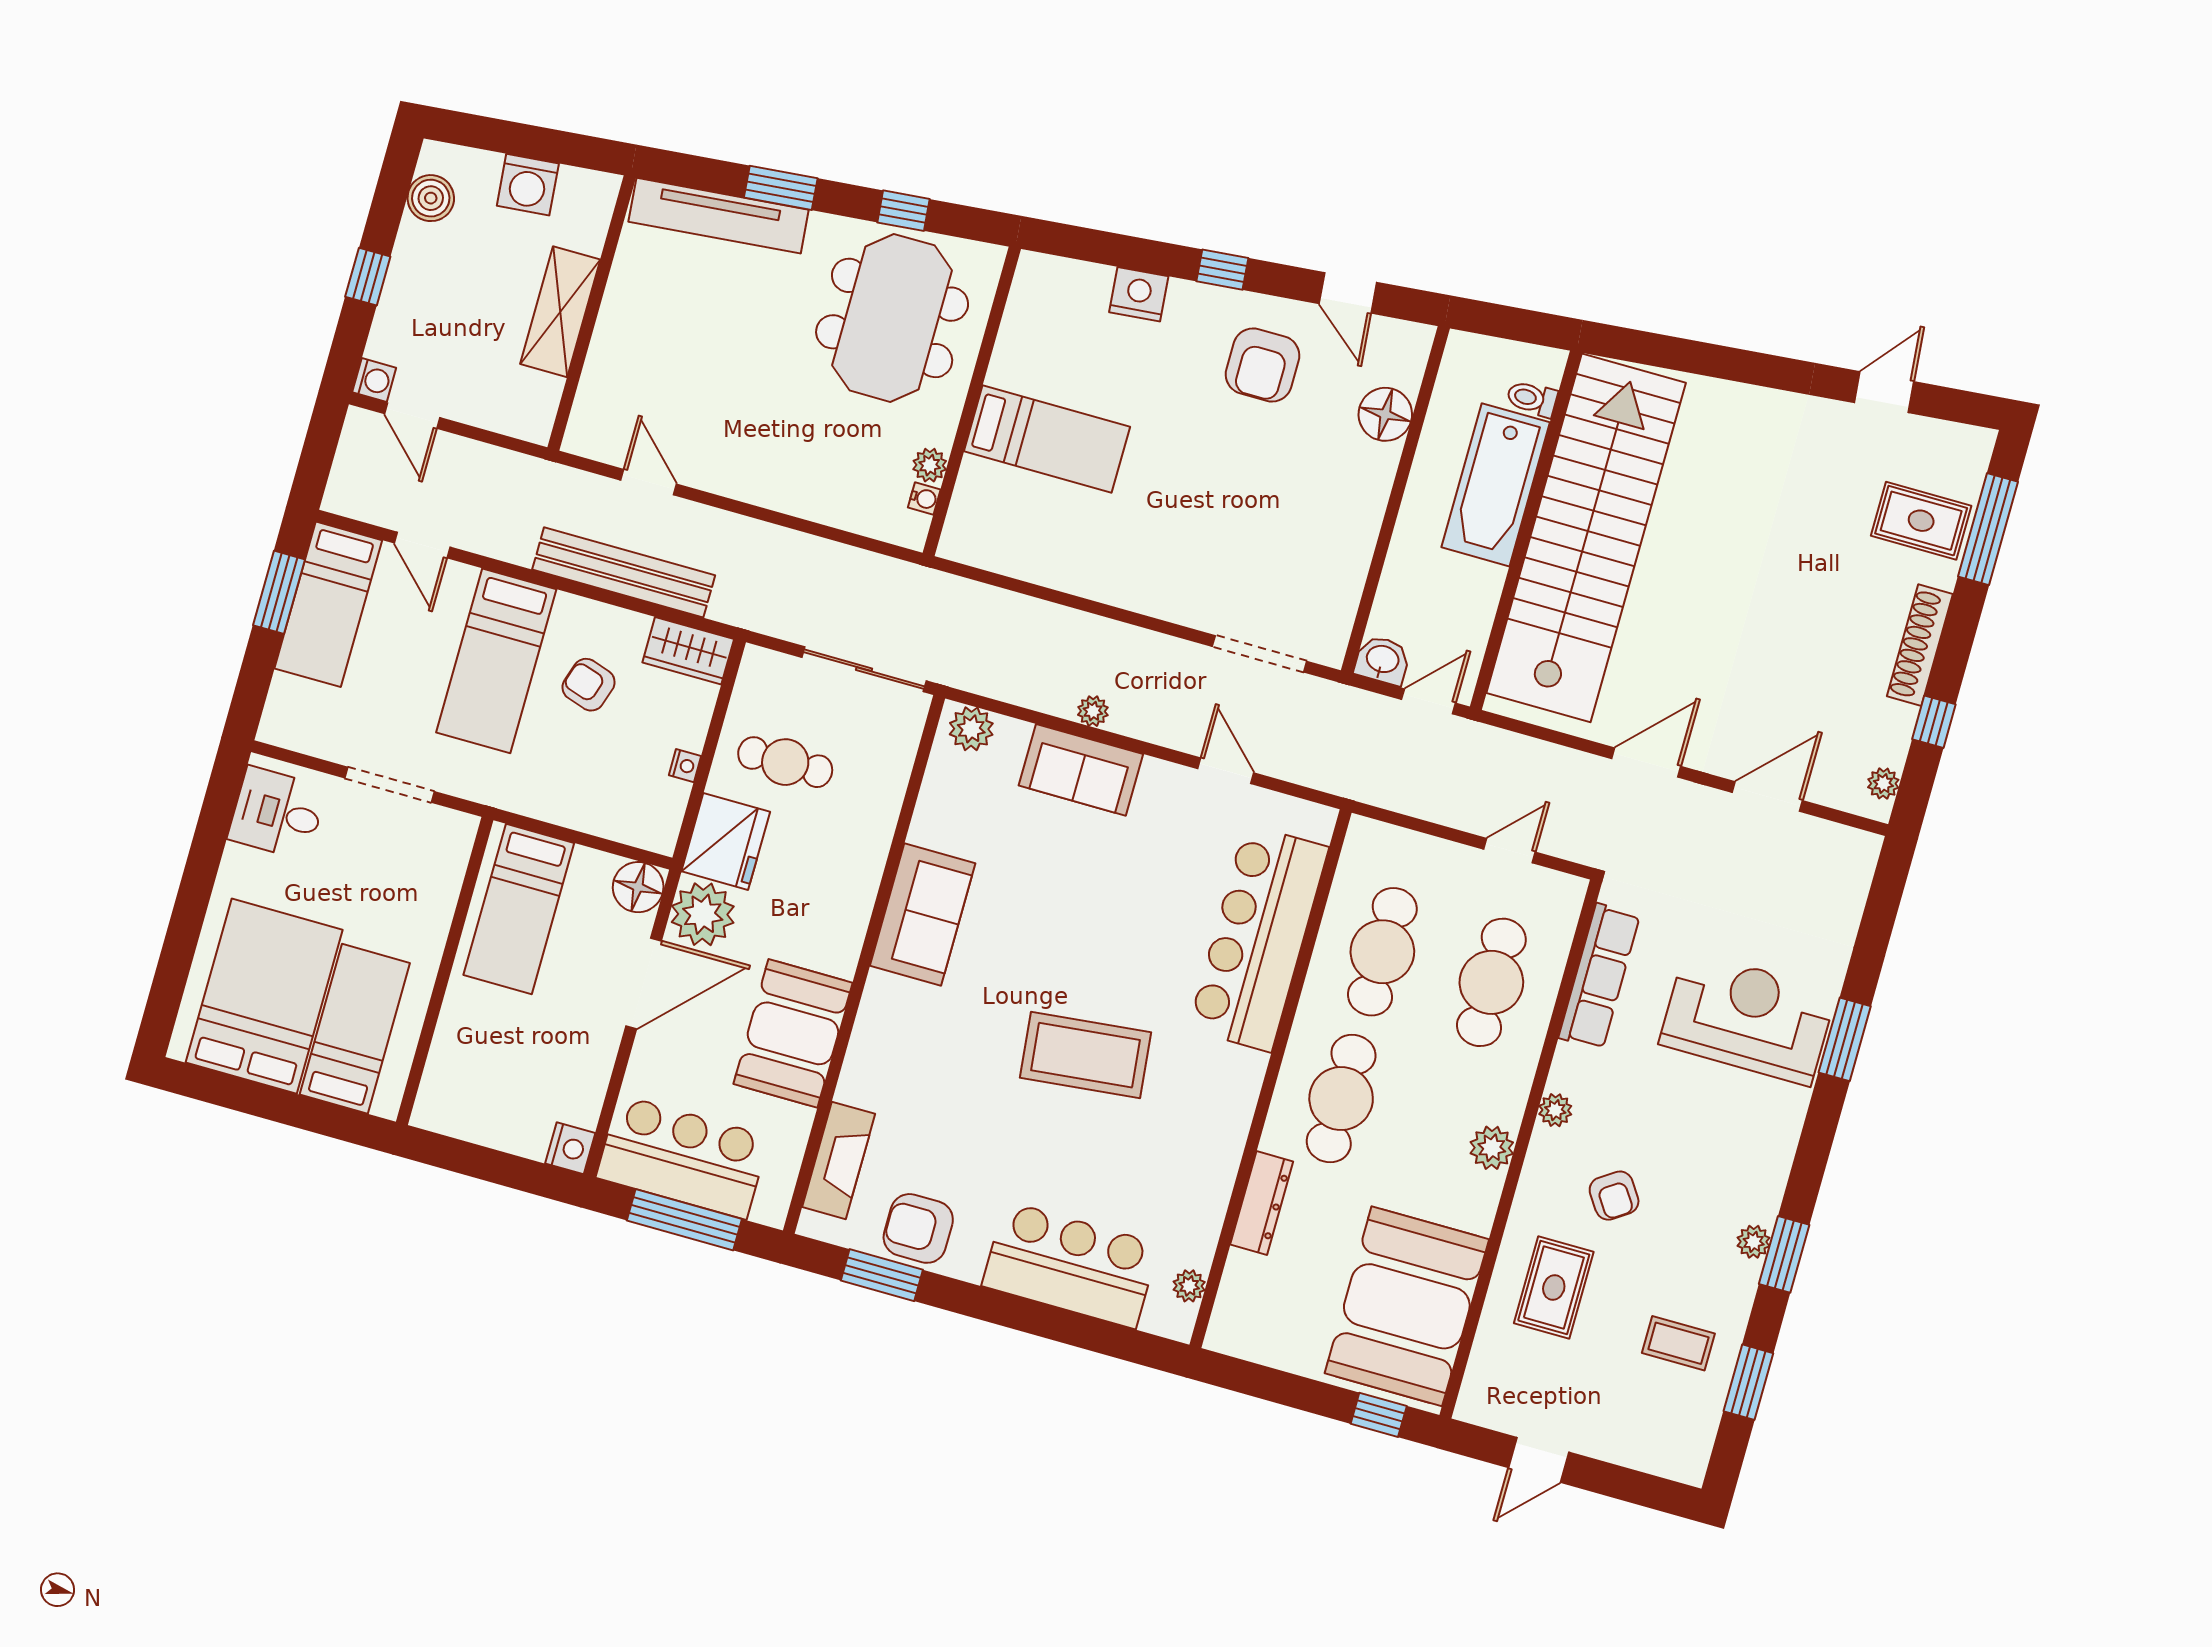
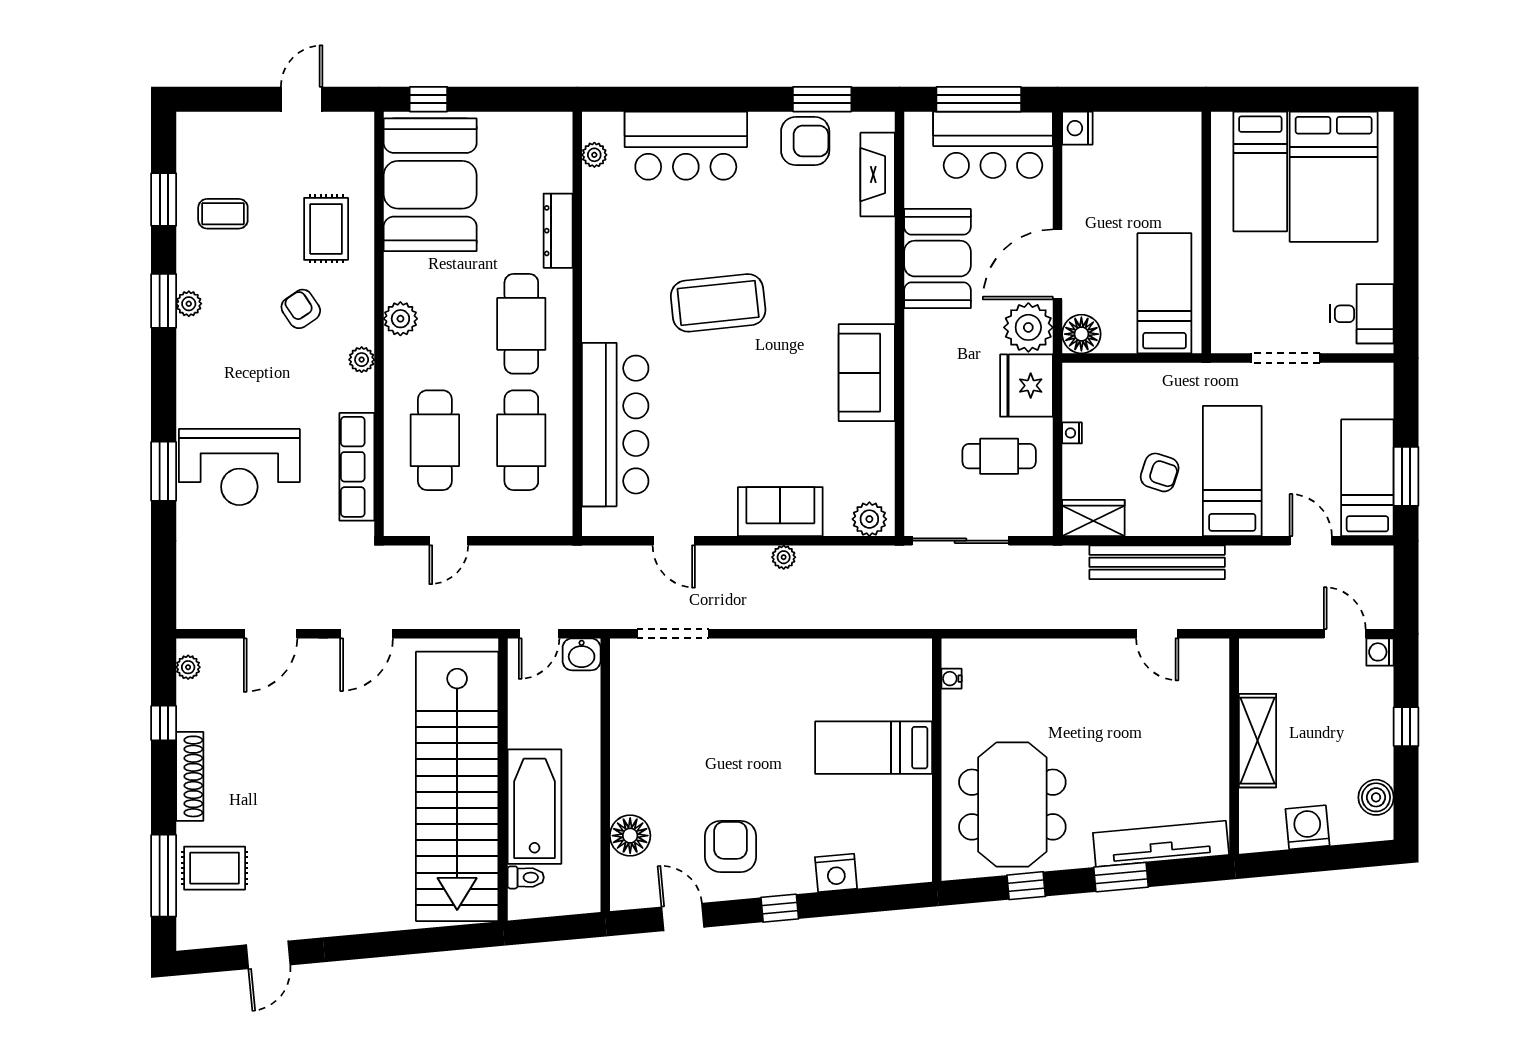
plant: (930, 465) -> (954, 704), removed

